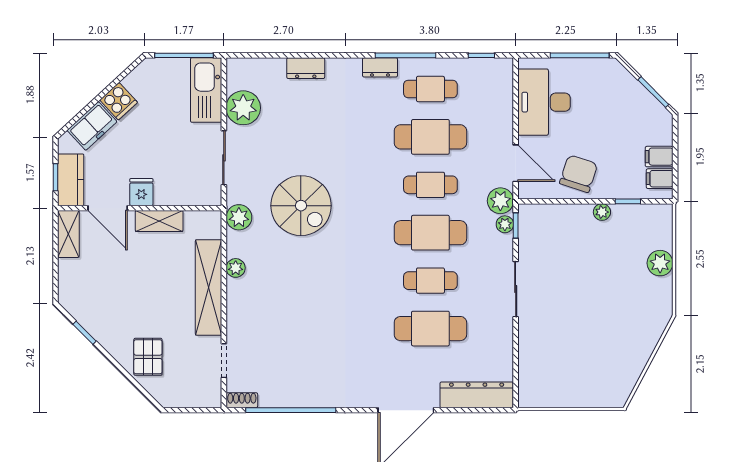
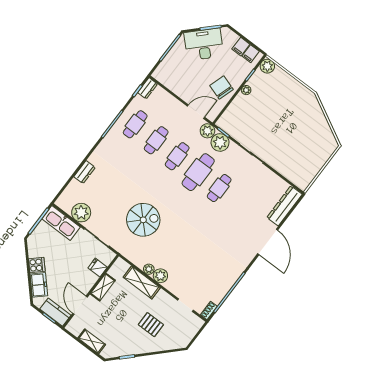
dresser: (380, 67) -> (148, 88), moved
desk: (544, 102) -> (204, 44), moved, turned 135
cafe table: (430, 137) -> (156, 140), width x0.73, depth x0.74
fridge: (141, 192) -> (98, 268), moved
door: (108, 208) -> (80, 305), swing flipped
plant: (239, 217) -> (160, 276), moved
plant: (505, 224) -> (220, 142), width x1.88, depth x1.88
shelving: (68, 234) -> (92, 341), moved
plant: (660, 263) -> (267, 66), moved
shelving: (209, 287) -> (142, 282), width x0.68
cafe table: (430, 329) -> (240, 204), removed
pallet: (148, 357) -> (151, 325), moved

